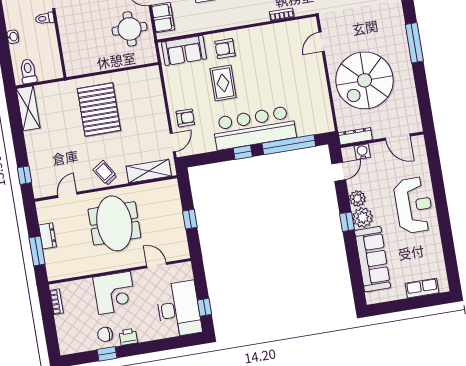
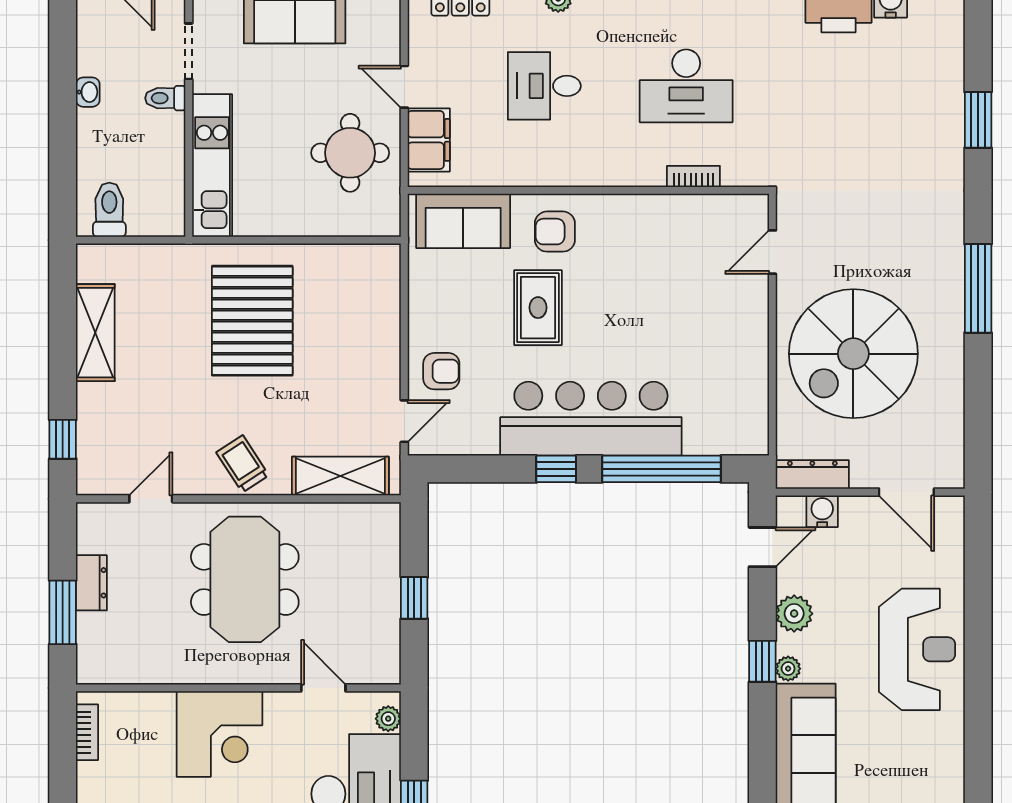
washbasin: (13, 37) -> (88, 92), moved
kitchen unit: (70, 44) -> (212, 166), added
shelving: (28, 108) -> (95, 333), moved
plant: (363, 217) -> (788, 669), width x0.53, depth x0.53
plant: (187, 274) -> (388, 719), added

